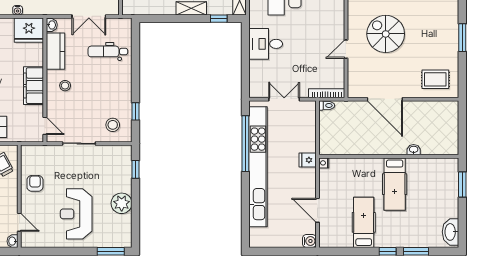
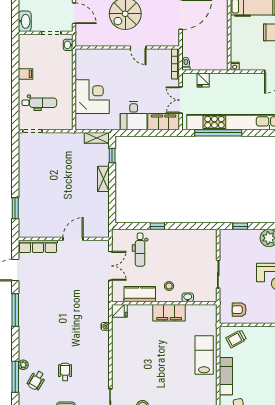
washbasin: (52, 25) -> (188, 297), moved
fridge: (29, 30) -> (119, 311), width x0.53, depth x0.75
filing cabinet: (259, 79) -> (164, 122), added
window: (136, 111) -> (157, 226), moved
stool: (113, 125) -> (202, 246), removed
door: (45, 126) -> (203, 303), removed
fridge: (308, 160) -> (203, 80), moved
armchair: (35, 183) -> (239, 310), moved

